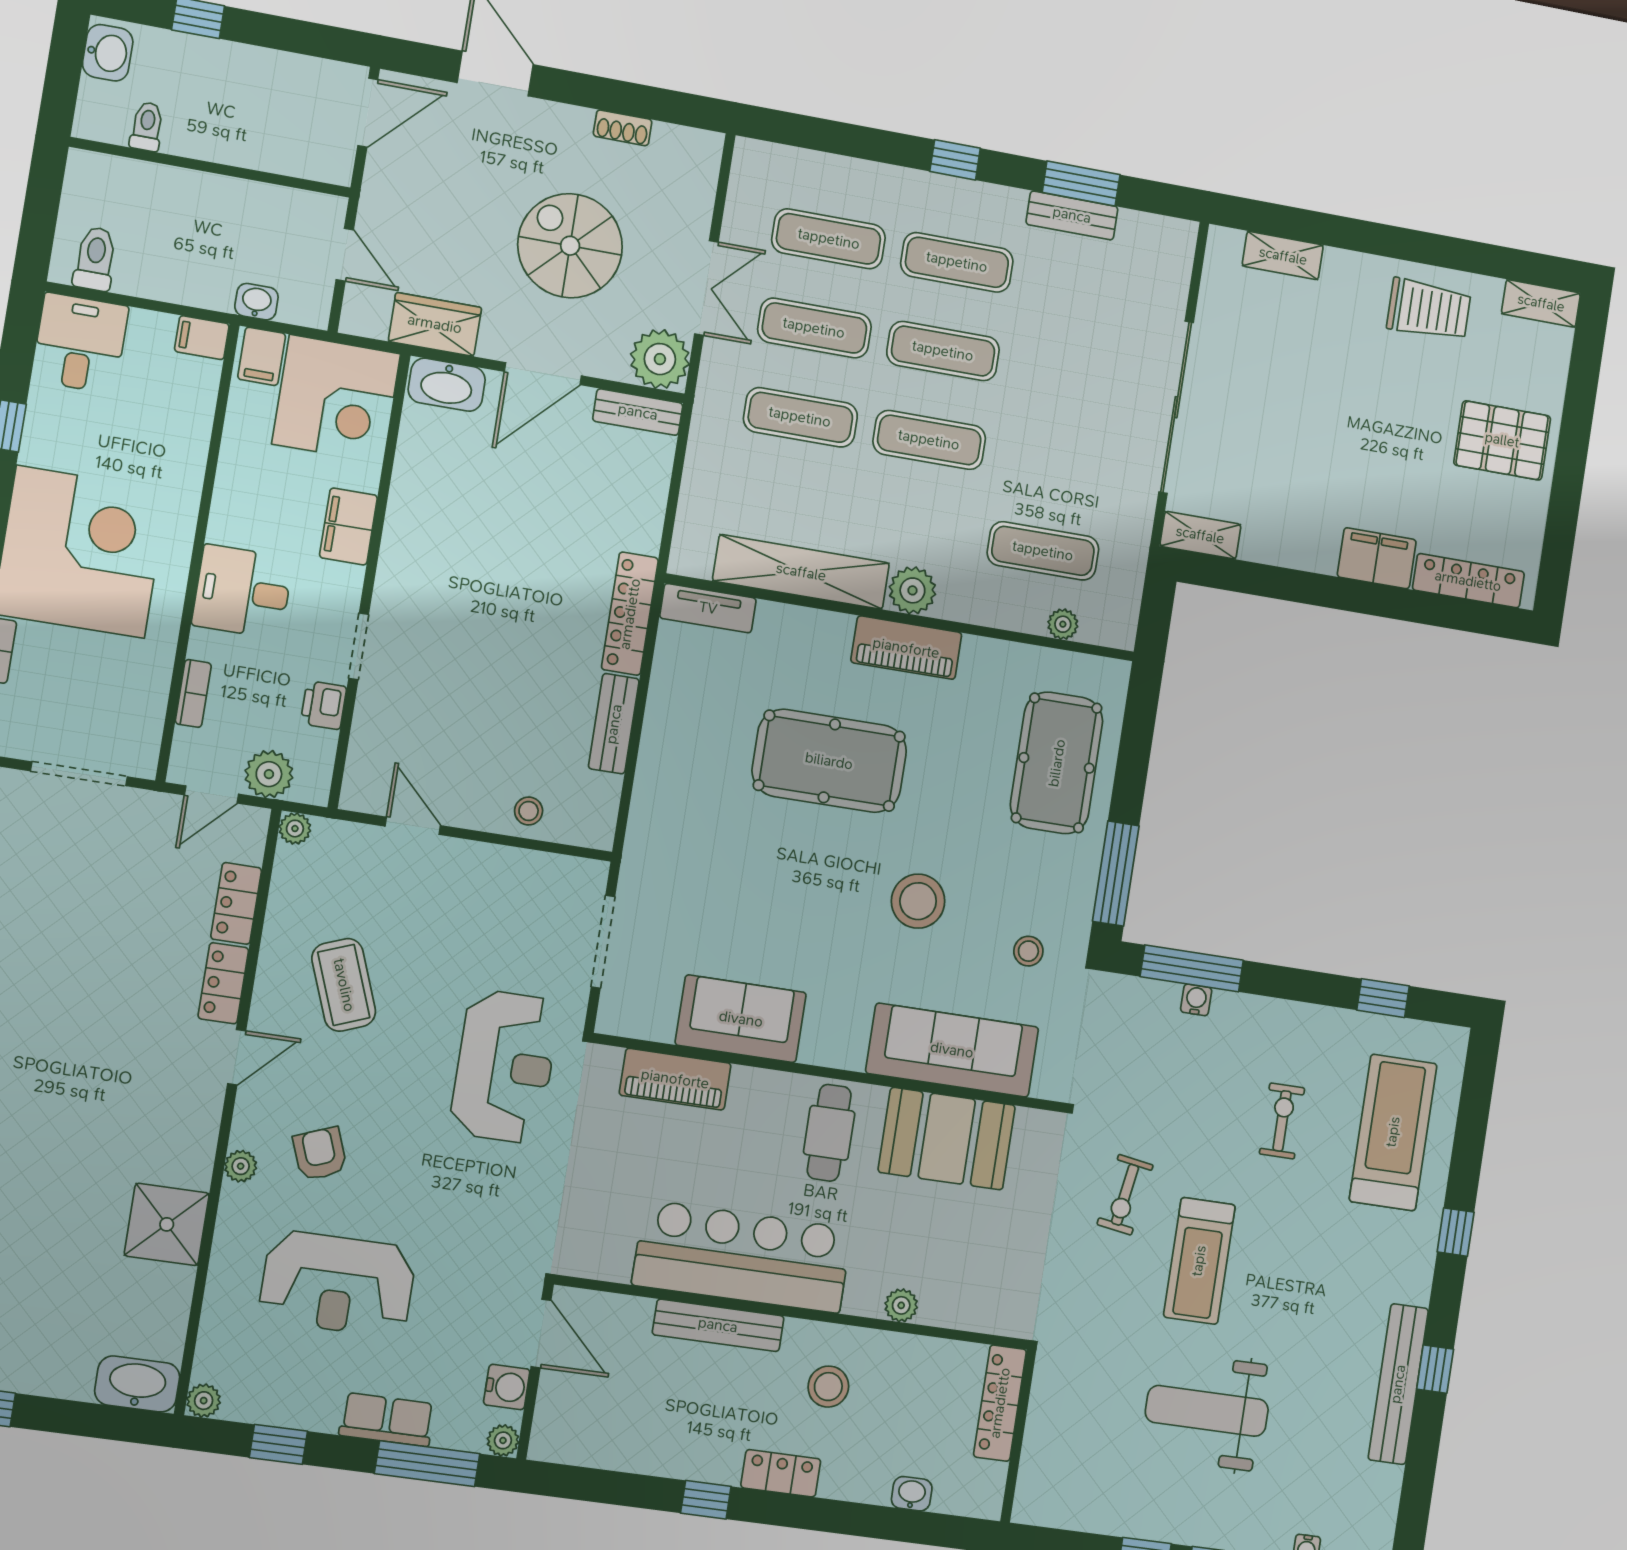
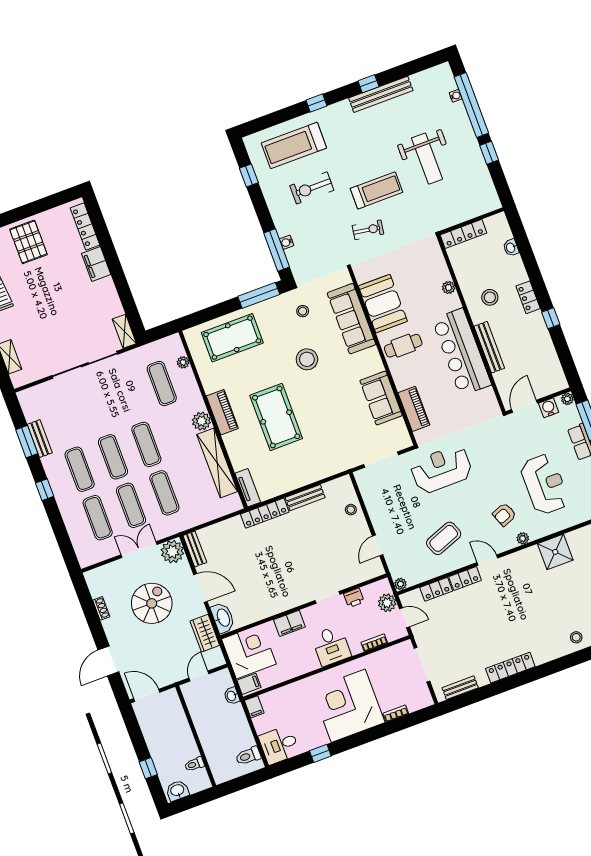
spiral stairs: (570, 246) -> (152, 603), turned 180
exercise bike: (1282, 1121) -> (312, 188), width x1.38, depth x1.39

